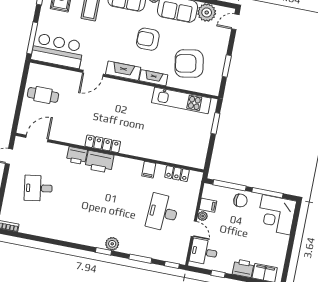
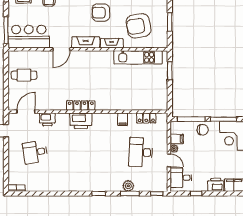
printer: (77, 156) -> (47, 119), moved
plant: (112, 244) -> (128, 186), moved

